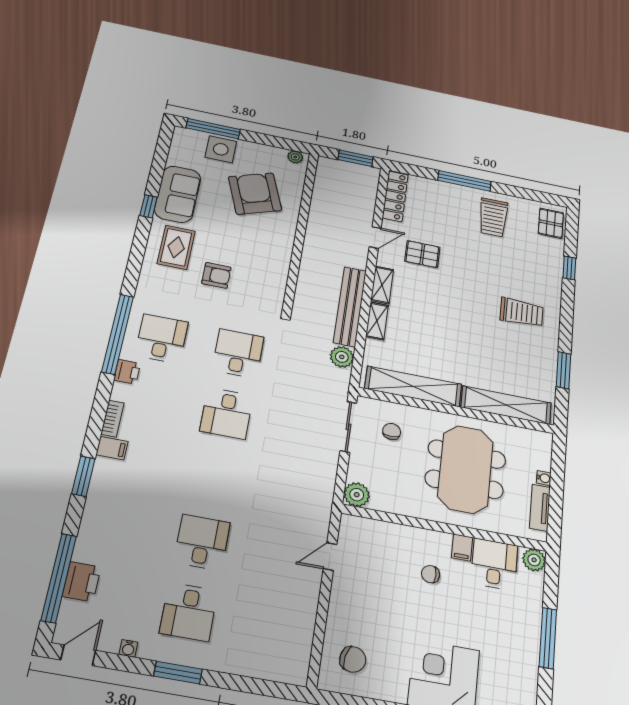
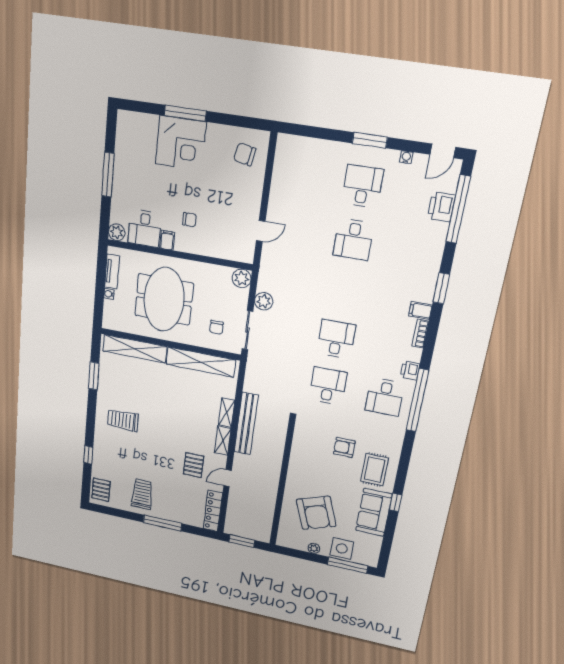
plant: (295, 157) -> (314, 548), moved
pallet: (422, 254) -> (193, 465), turned 90
desk: (238, 353) -> (328, 386), turned 180
plant: (342, 357) -> (264, 301), moved

